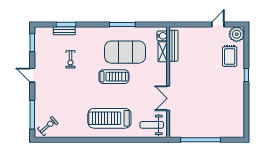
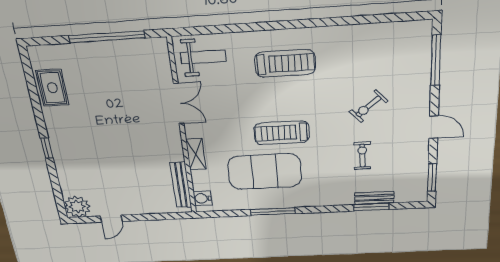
shelving: (163, 52) -> (196, 154), moved
rug: (230, 56) -> (52, 88), moved
treadmill: (109, 118) -> (285, 63), width x0.73, depth x0.73
exercise bike: (48, 126) -> (368, 106), moved

